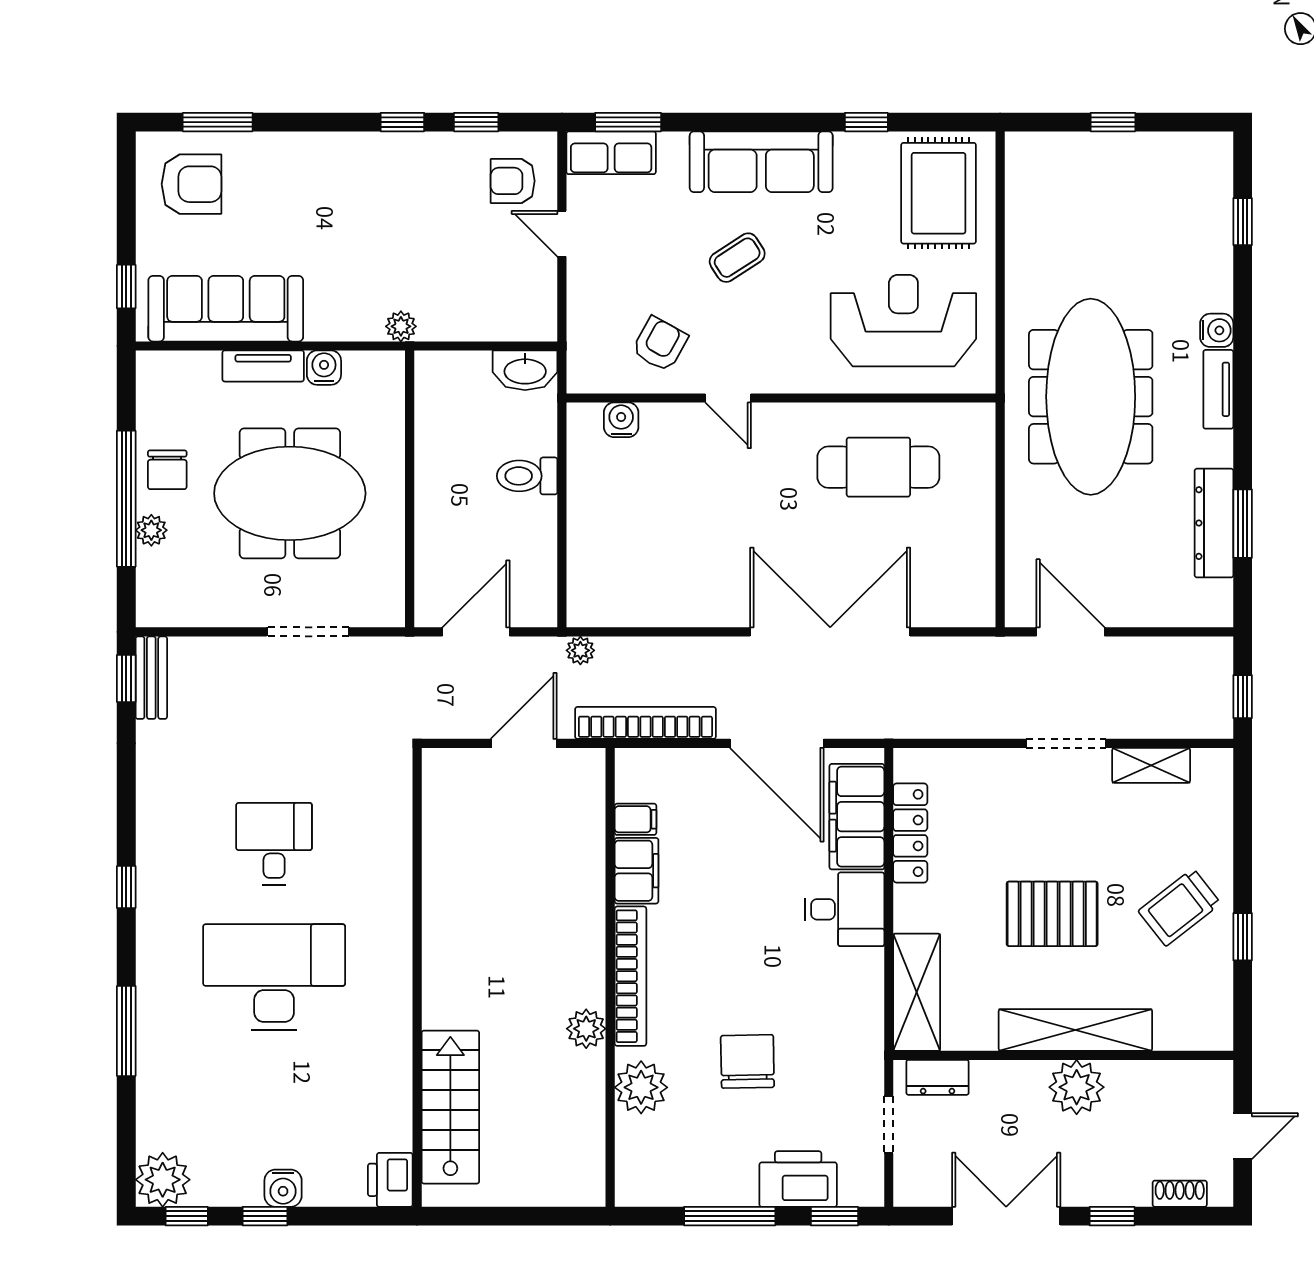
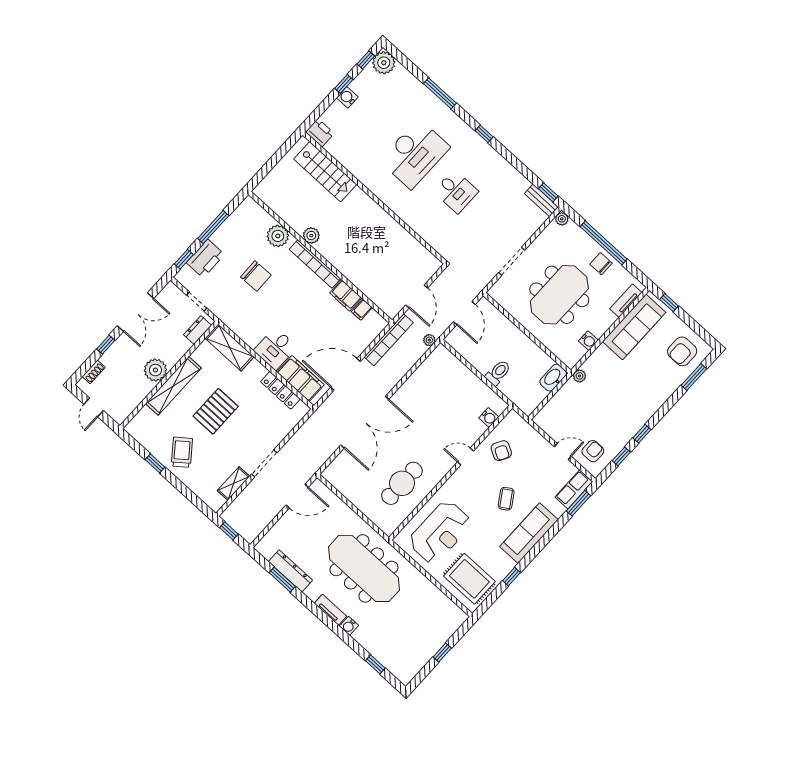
tv unit: (263, 366) -> (626, 301), moved
washbasin: (525, 370) -> (553, 378), moved
plant: (151, 530) -> (562, 219), moved

